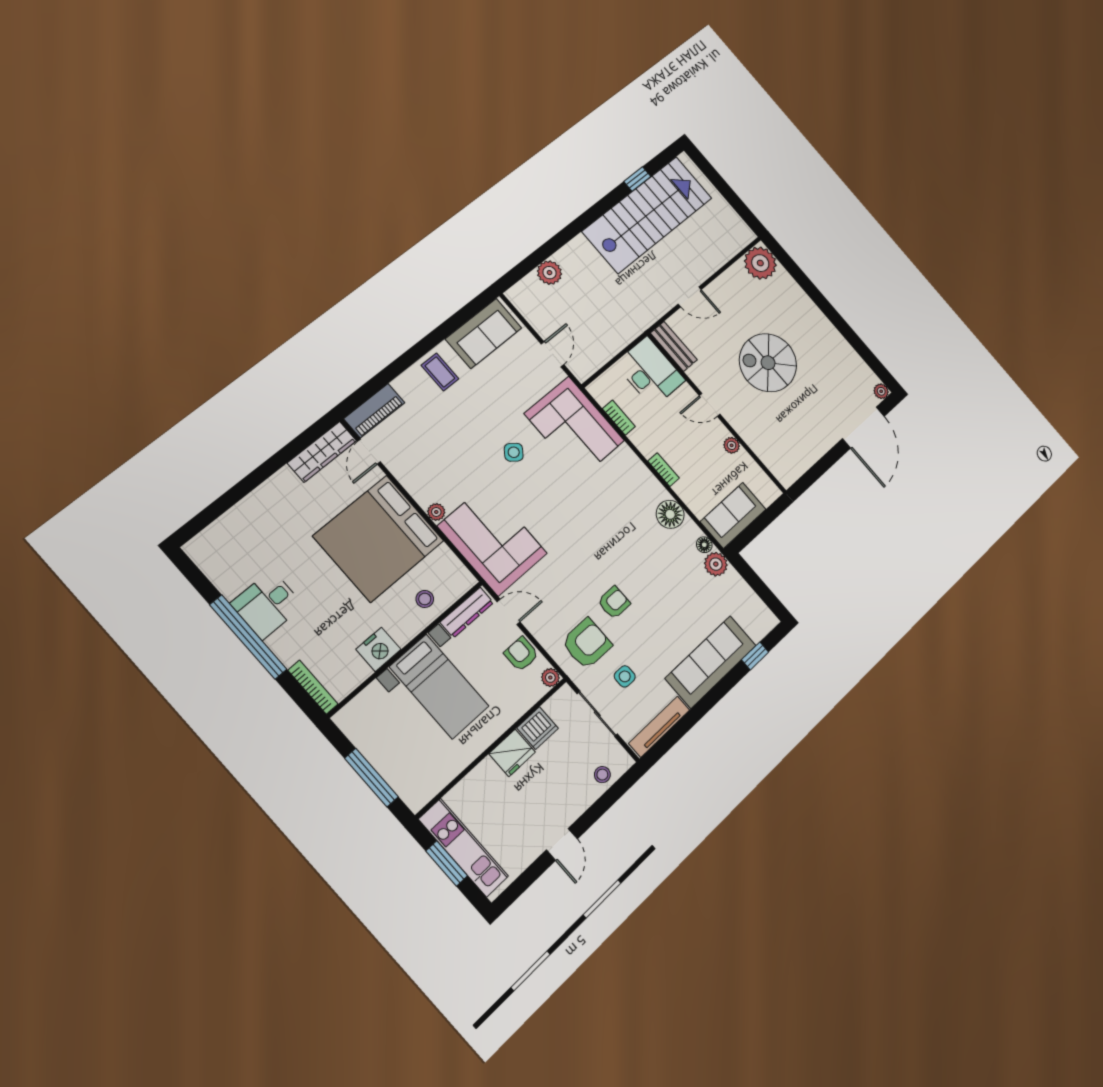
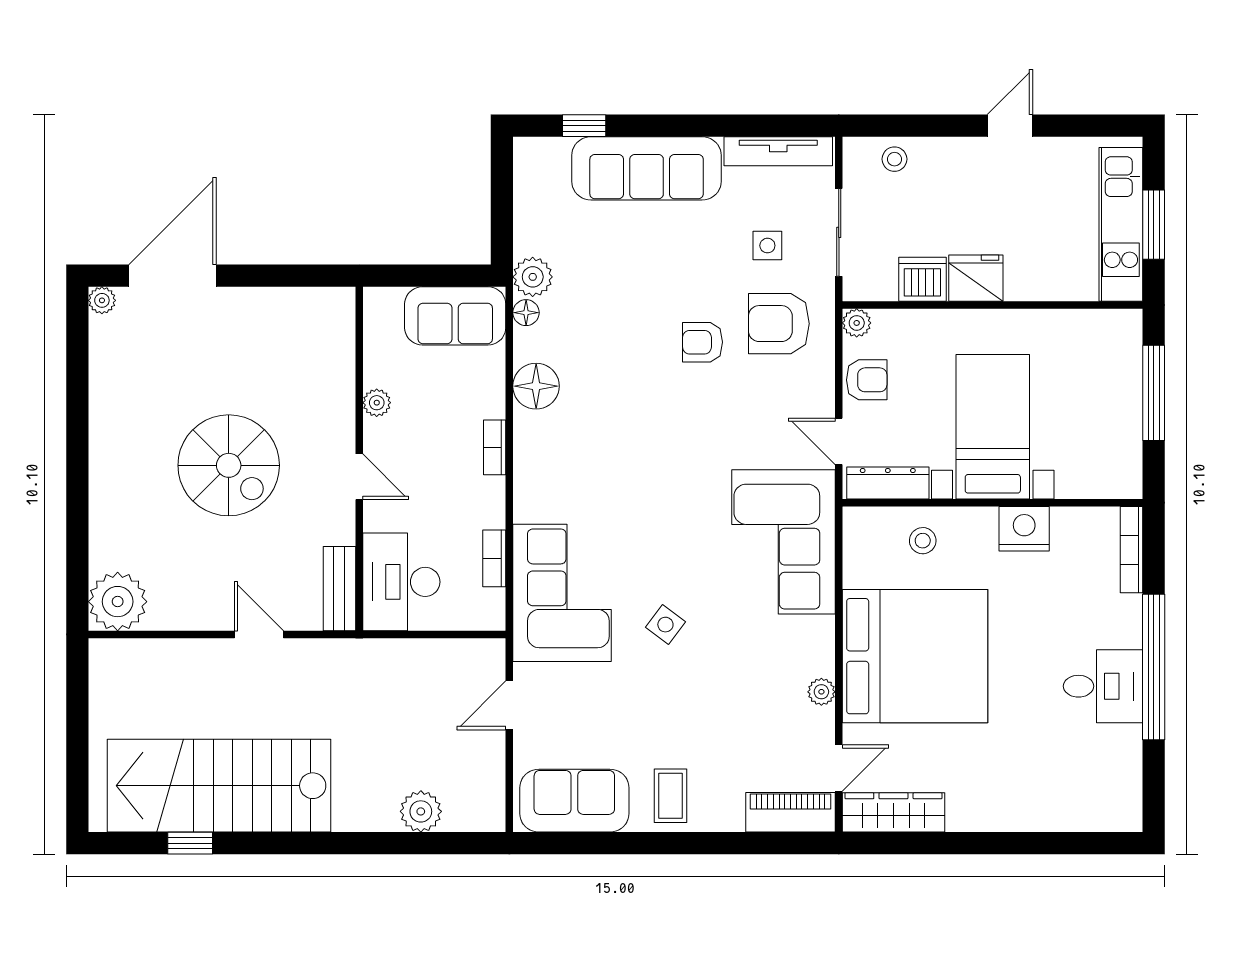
plant: (436, 512) -> (821, 692), moved
armchair: (521, 654) -> (867, 380), turned -90

